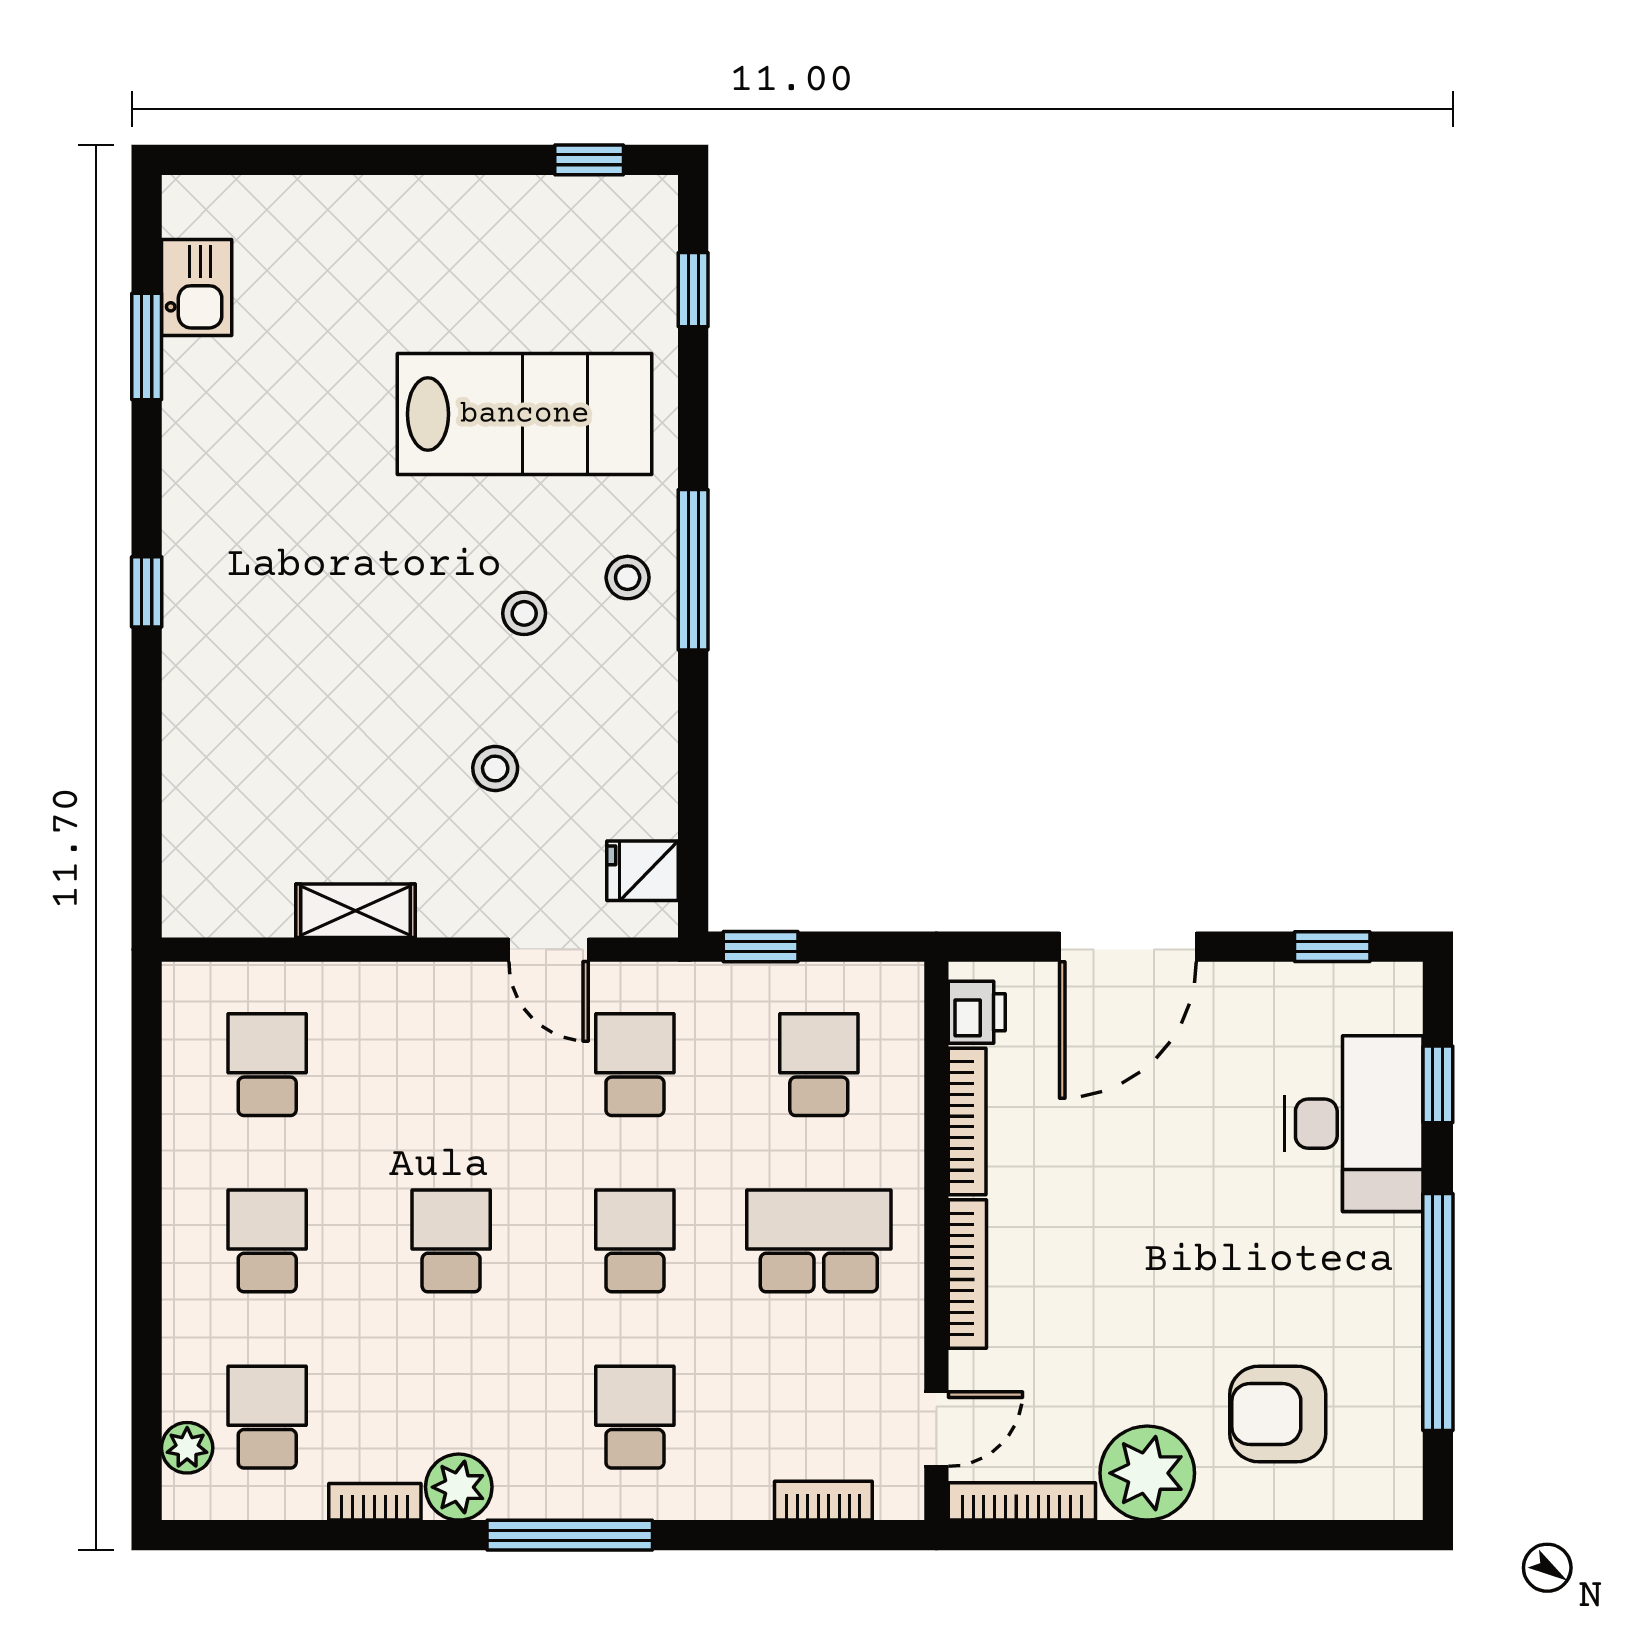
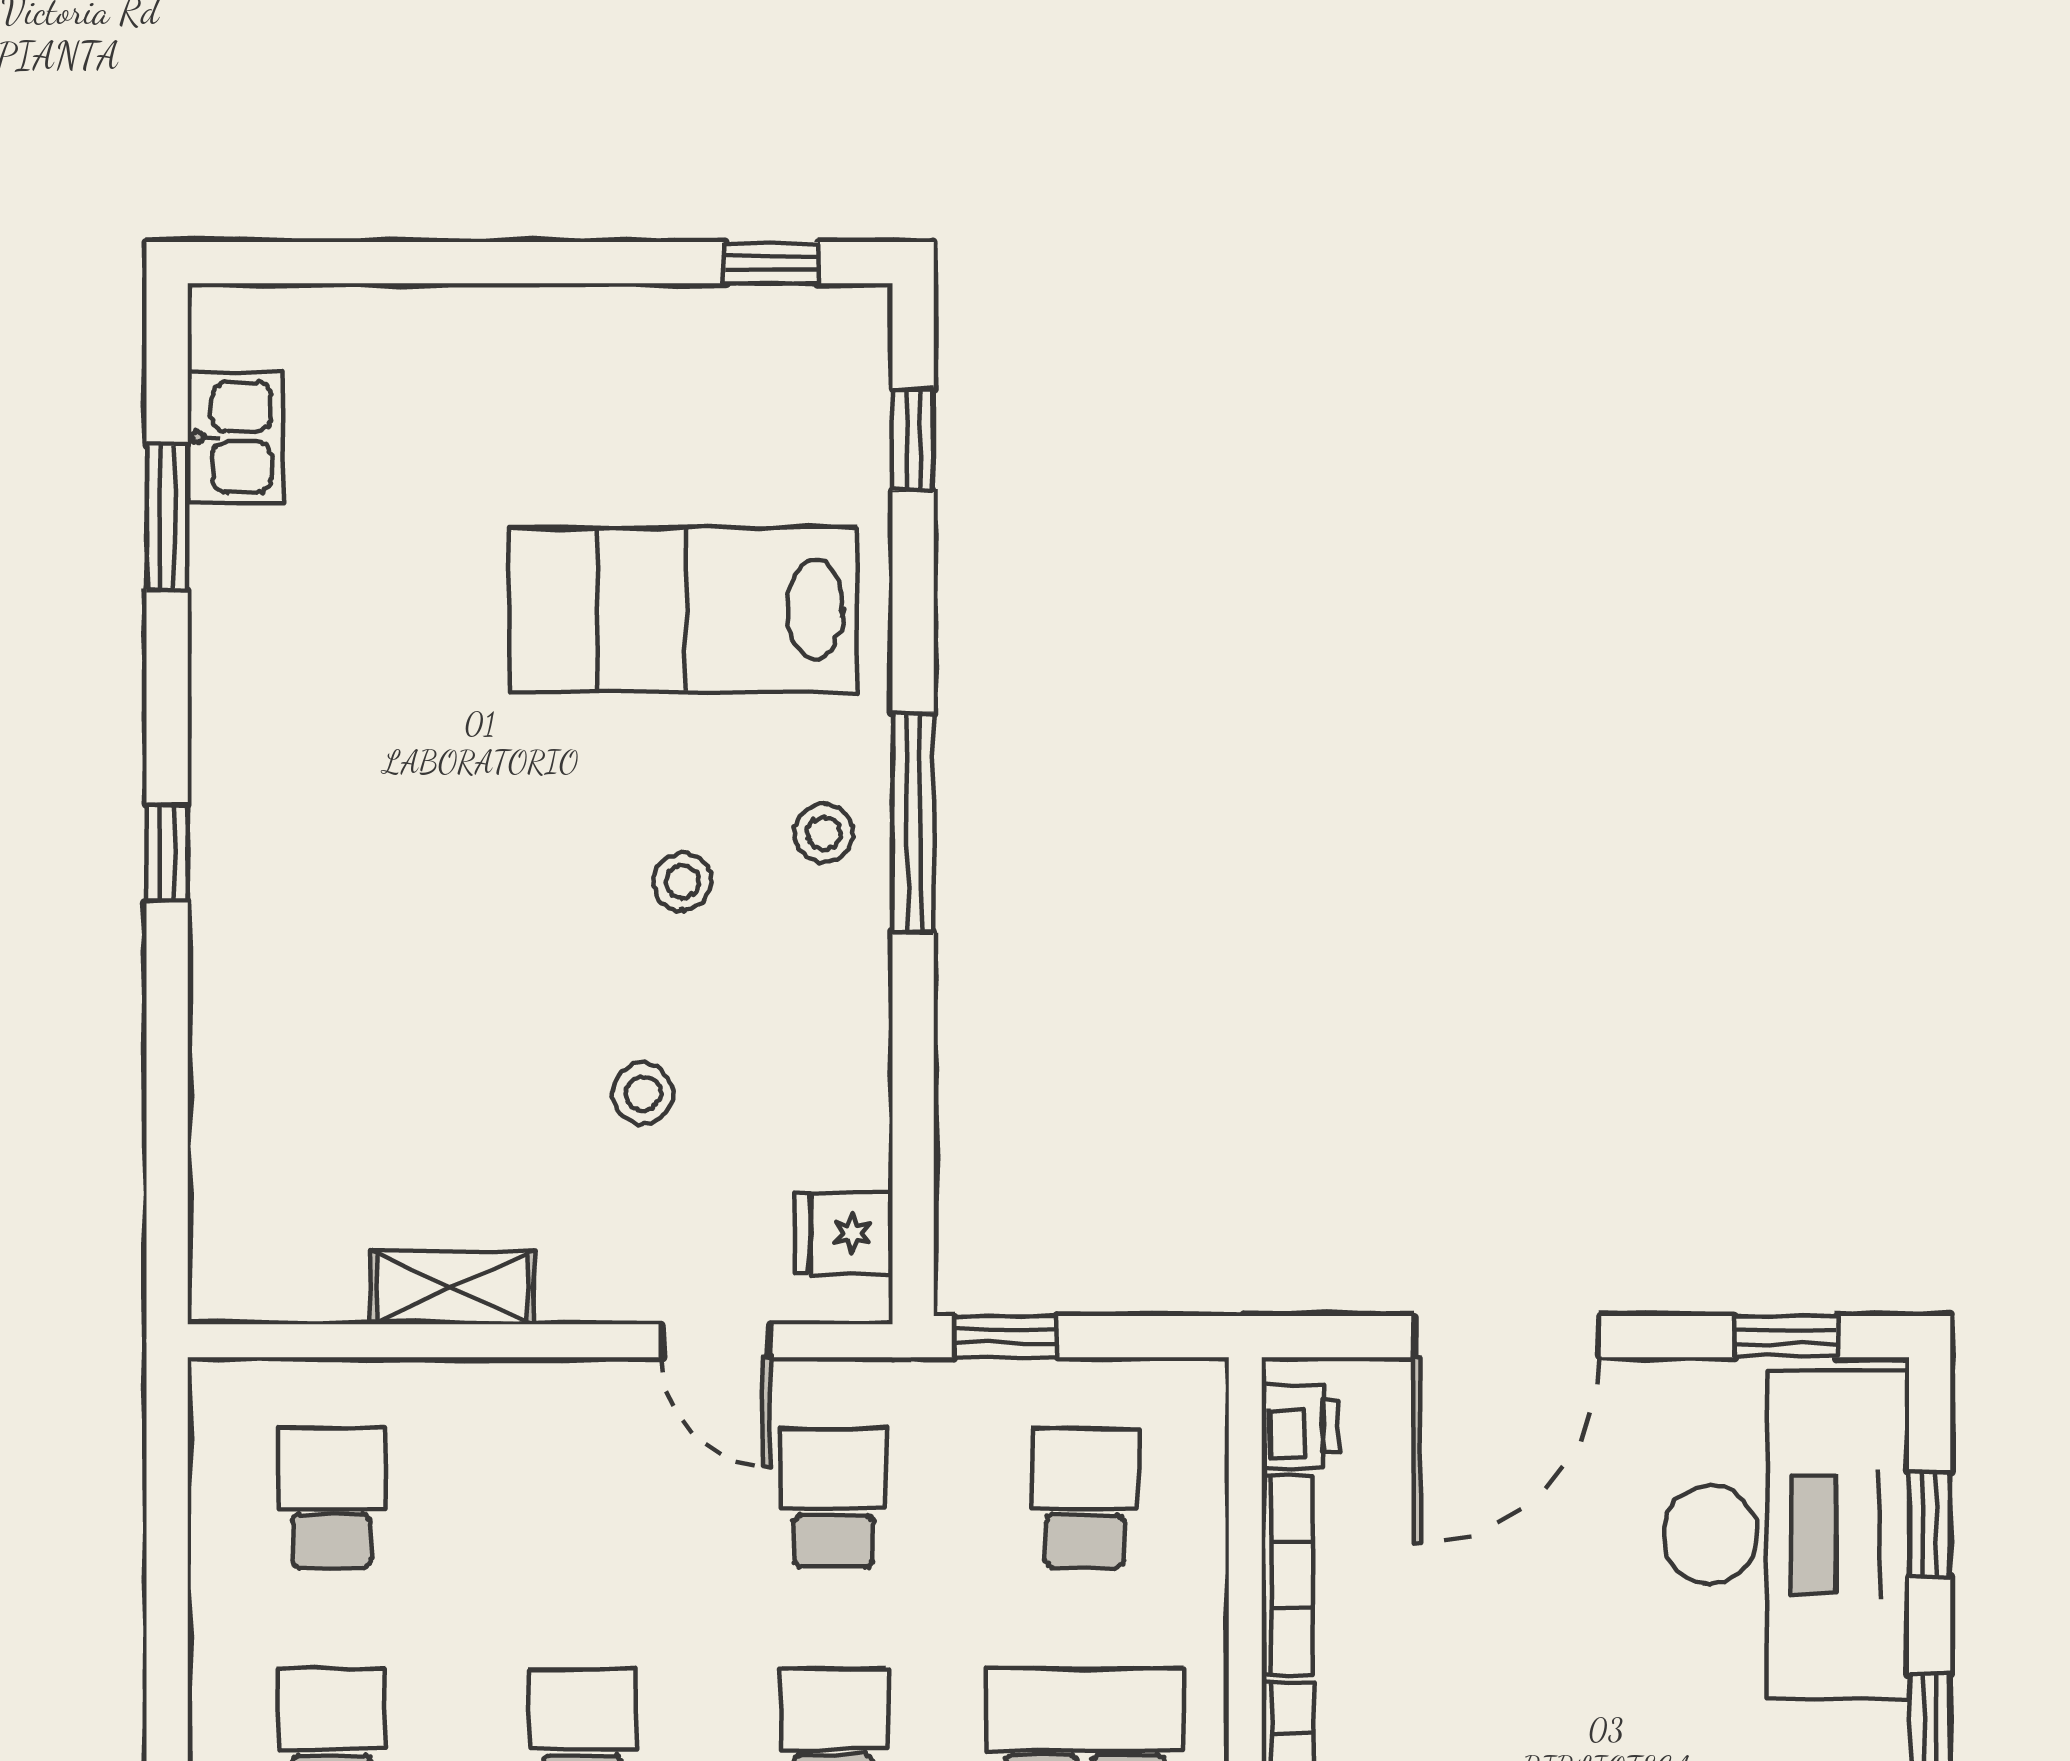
lab bench: (525, 414) -> (683, 610), turned 180
desk: (1354, 1124) -> (1786, 1534), width x1.36, depth x1.30

